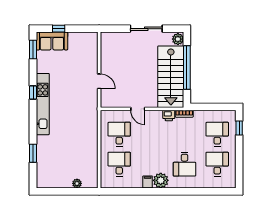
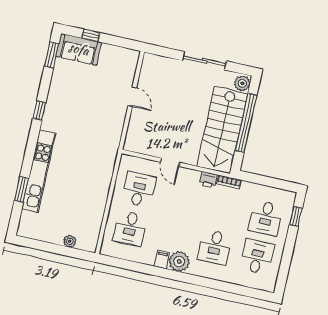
door: (99, 81) -> (132, 97), moved
kitchen unit: (43, 104) -> (39, 171), moved
desk: (217, 134) -> (266, 218), turned 180
desk: (119, 164) -> (130, 228), turned 180

